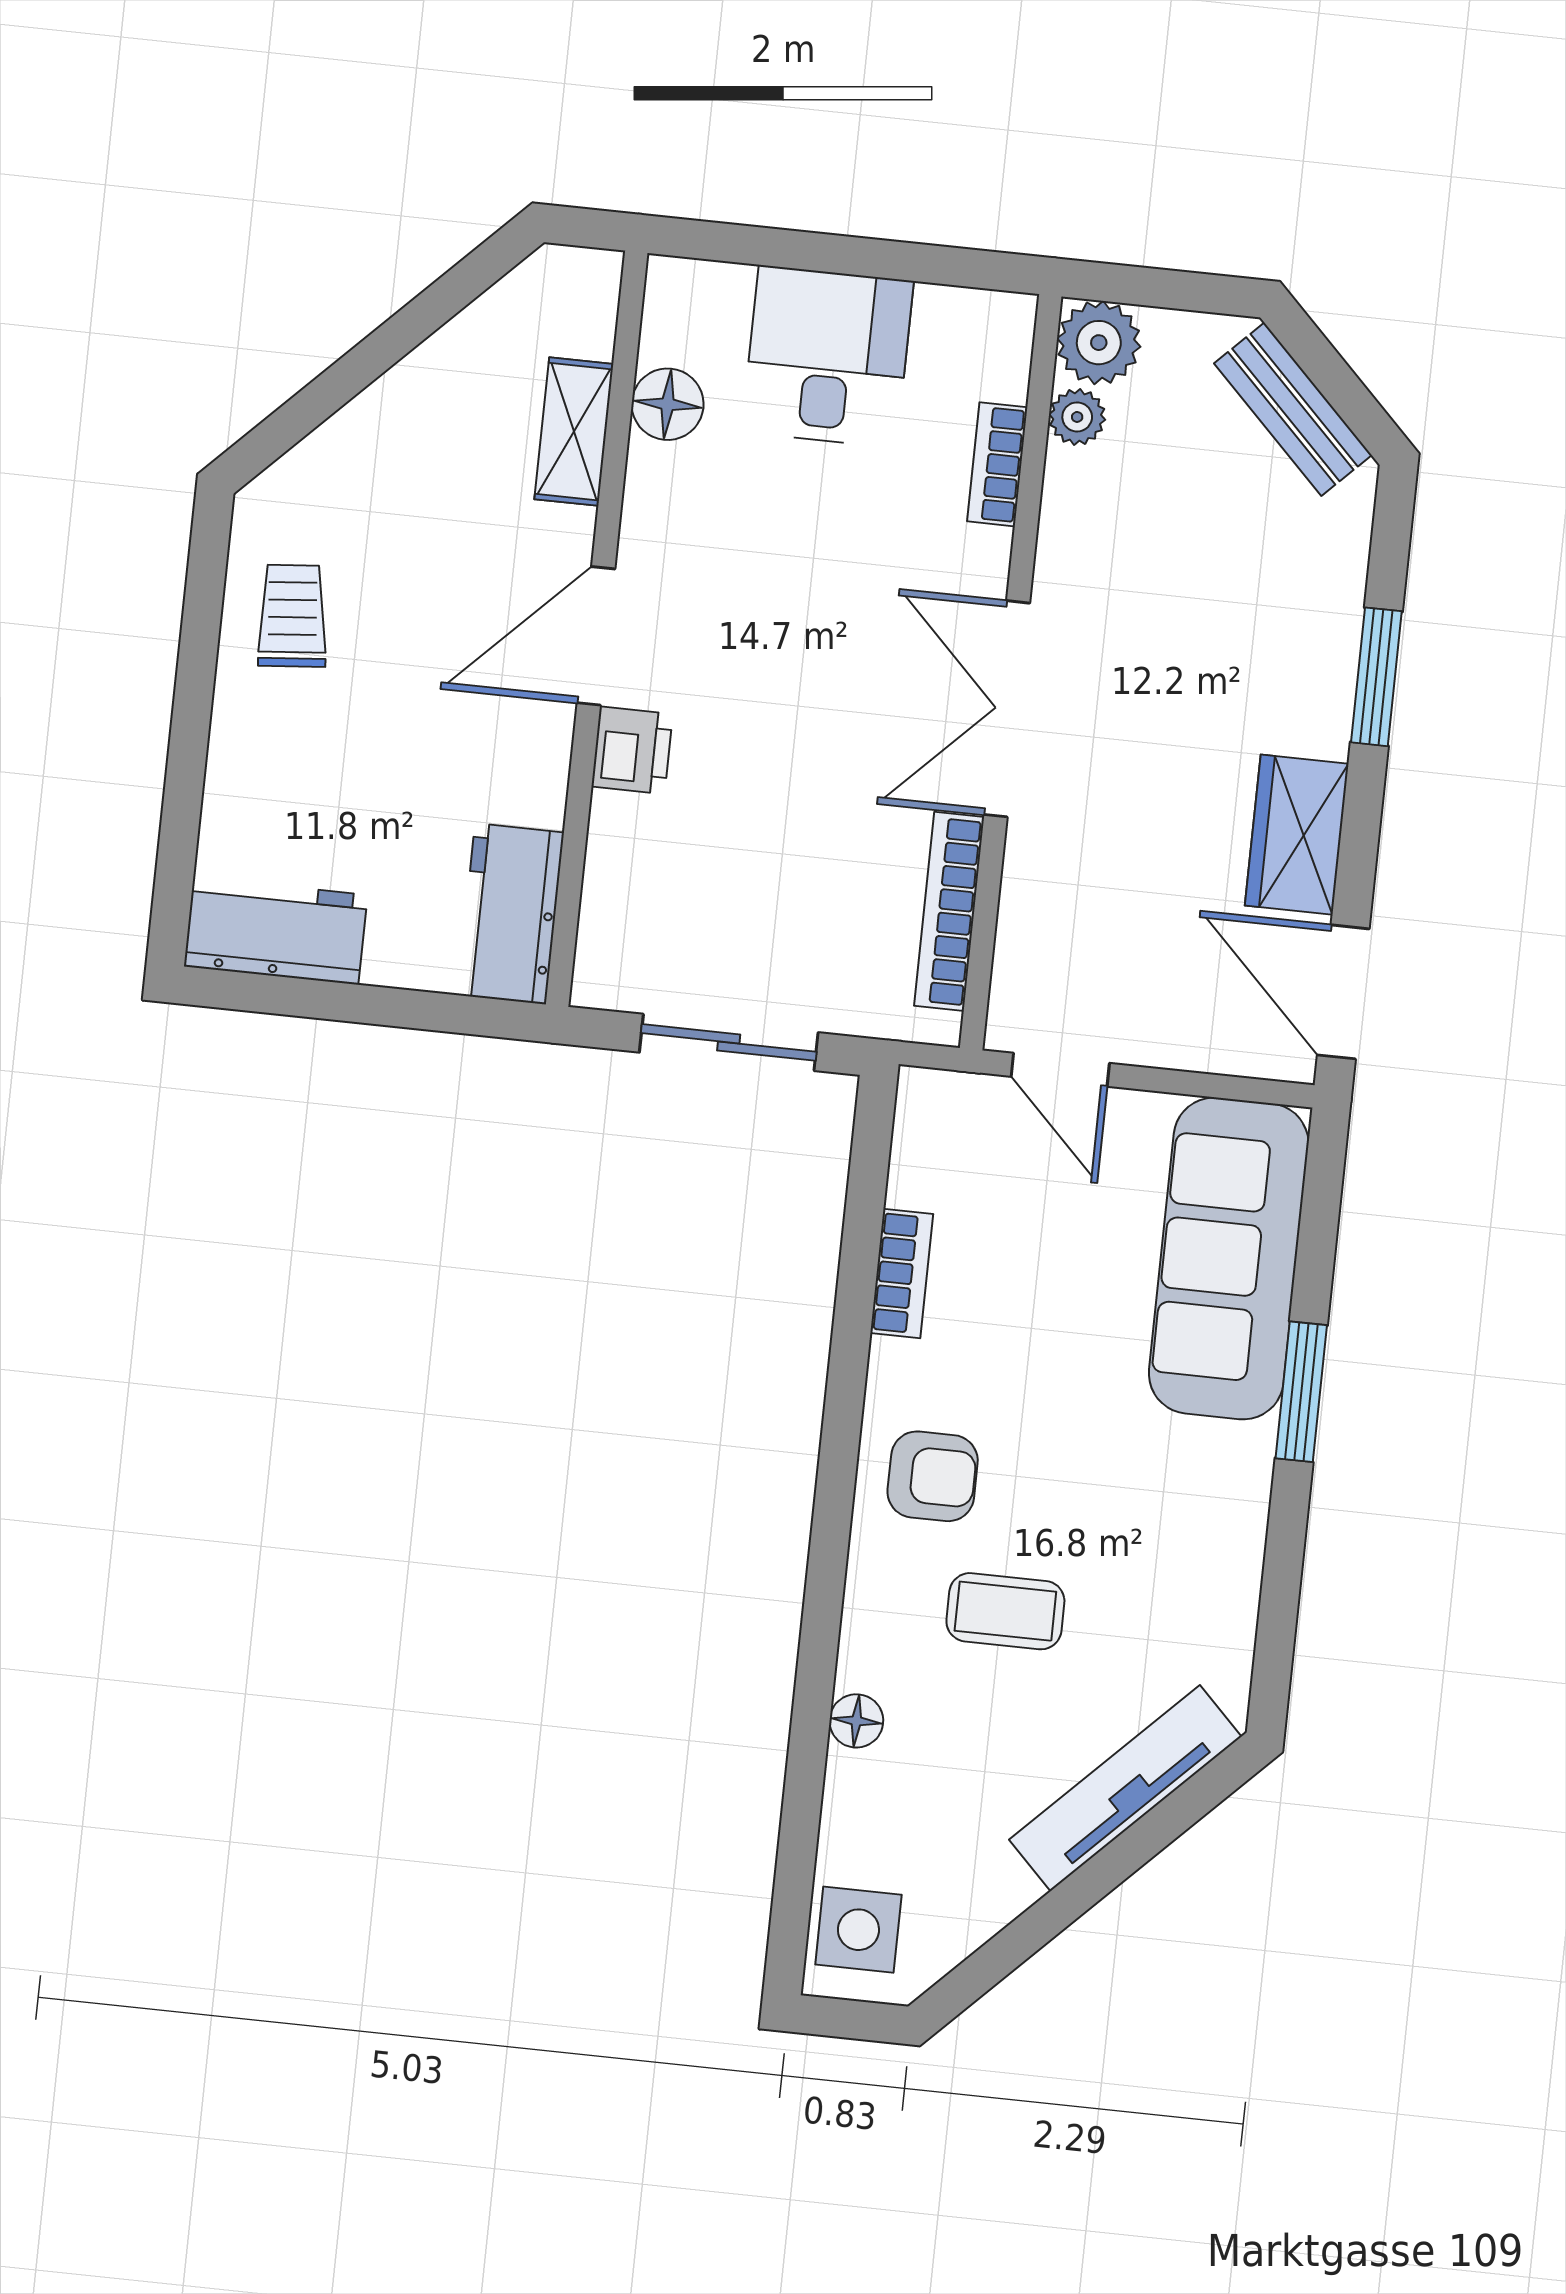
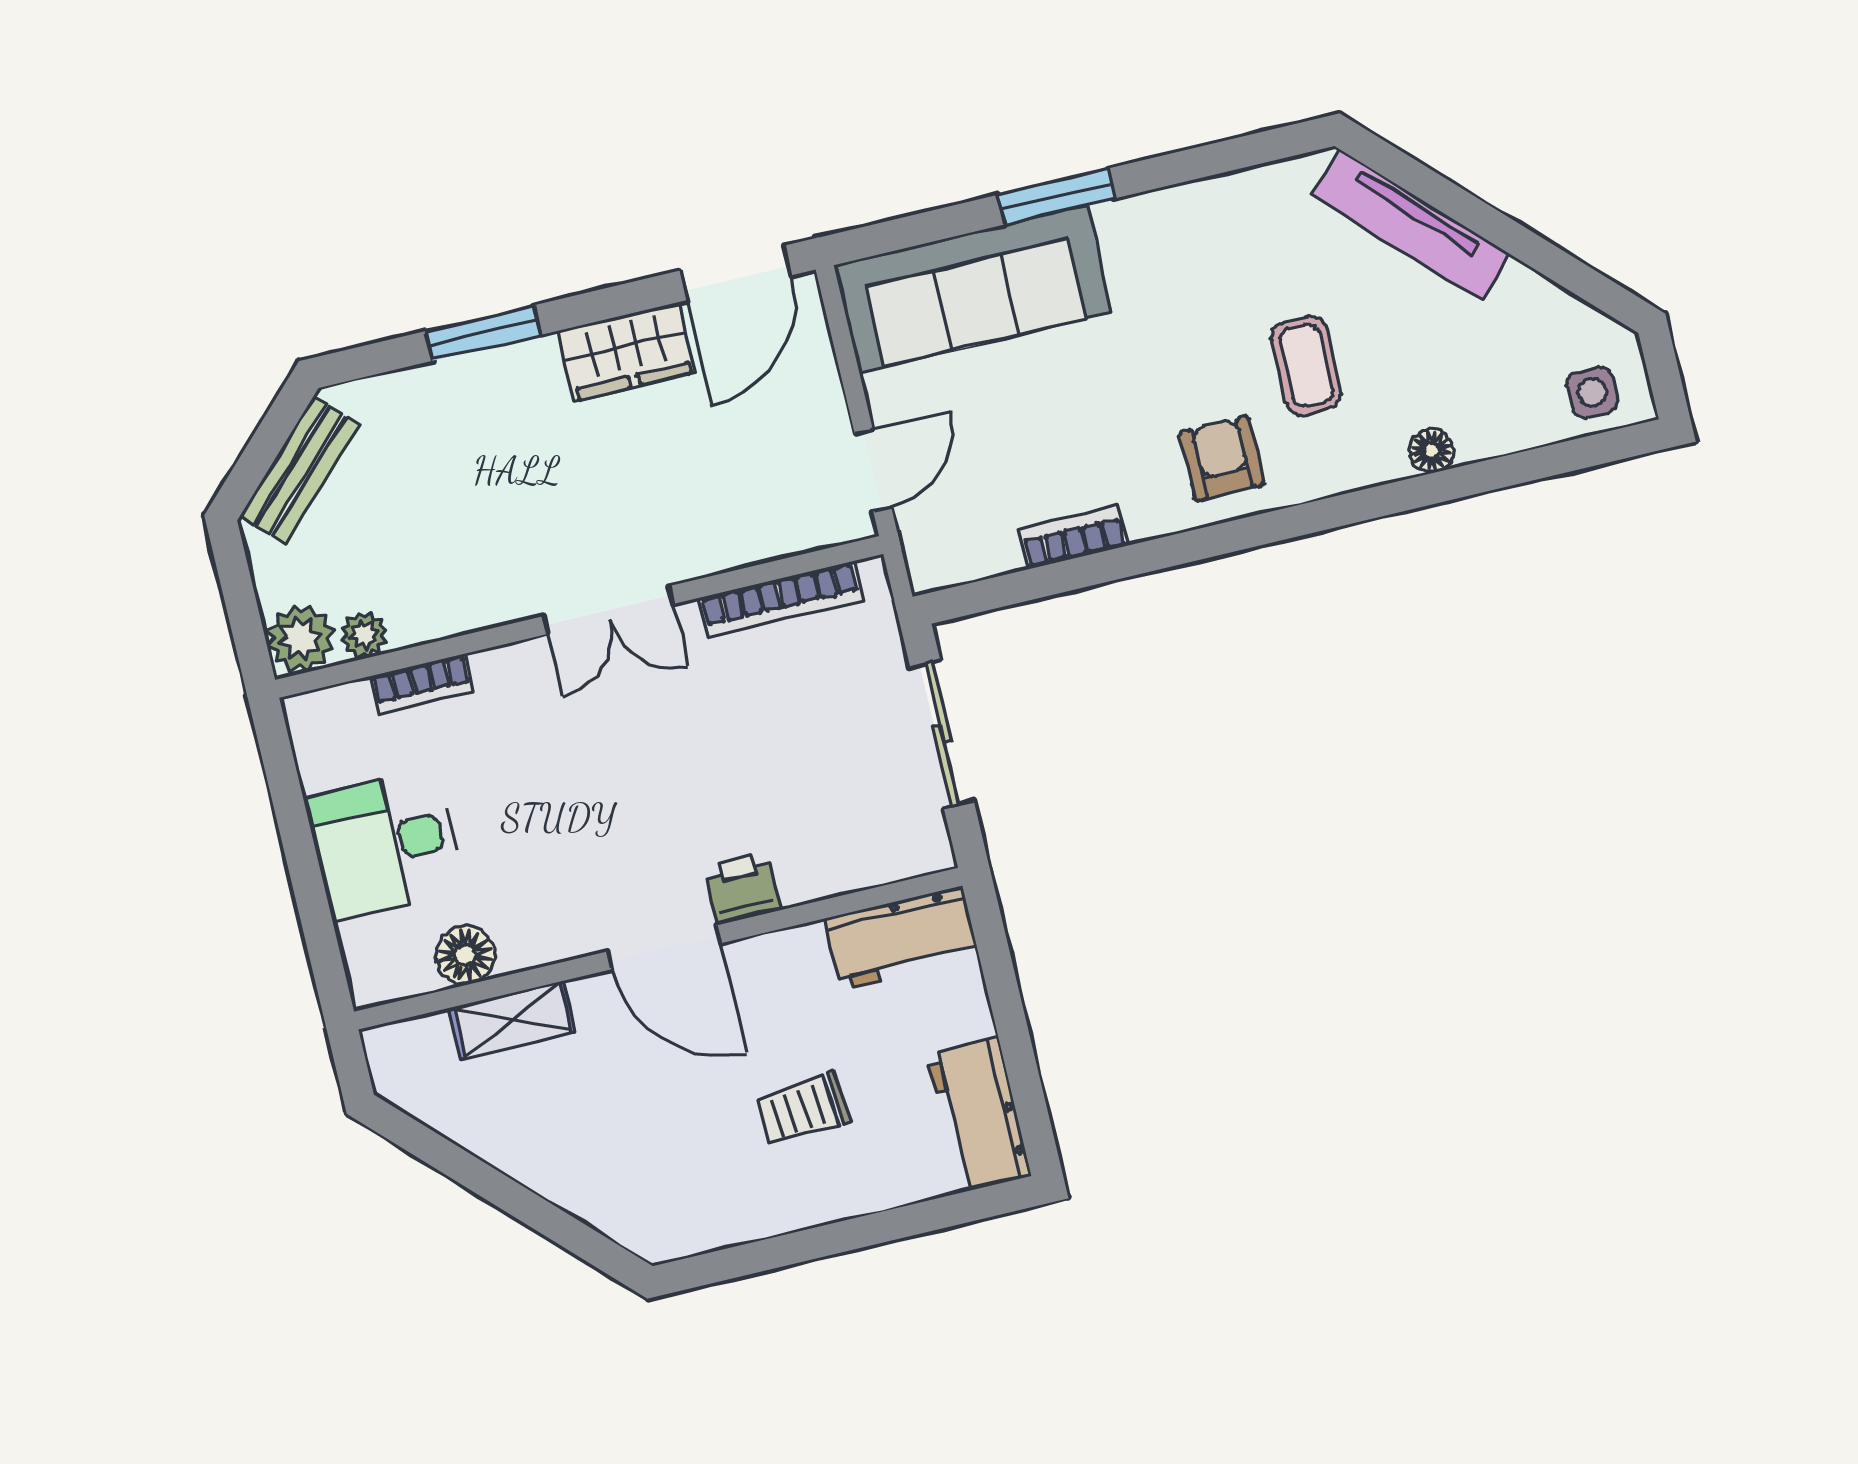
trolley: (293, 616) -> (803, 1109), moved
double door: (1007, 709) -> (608, 610), width x0.73
side table: (858, 1930) -> (1592, 392), width x0.73, depth x0.73

